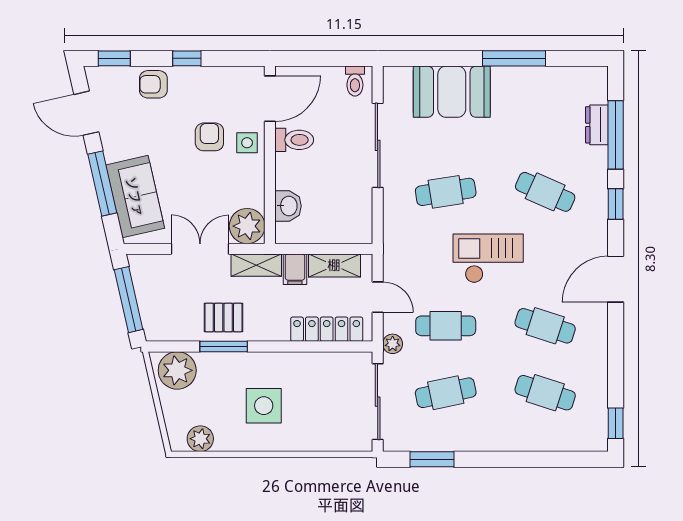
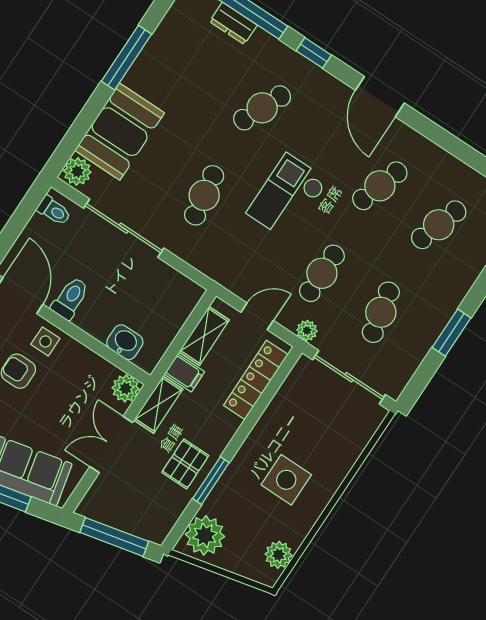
plant: (398, 79) -> (77, 171), added
plant: (247, 226) -> (126, 388), width x0.73, depth x0.73
window: (432, 459) -> (452, 333), moved

